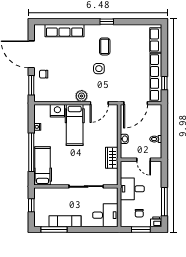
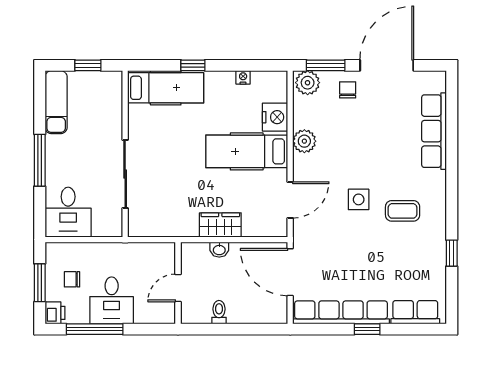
window: (107, 22) -> (452, 253), moved
window: (164, 83) -> (367, 329), moved
plant: (40, 94) -> (308, 83), added
plant: (82, 96) -> (304, 141), moved
door: (99, 103) -> (290, 200), swing flipped
window: (31, 152) -> (193, 65), width x0.32
wardrobe: (112, 158) -> (220, 225), moved
desk: (132, 189) -> (112, 300), moved, turned 180
exam couch: (65, 221) -> (56, 102), moved
window: (54, 229) -> (40, 160), moved

